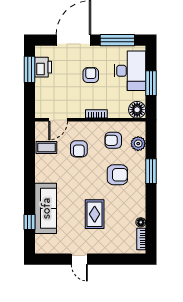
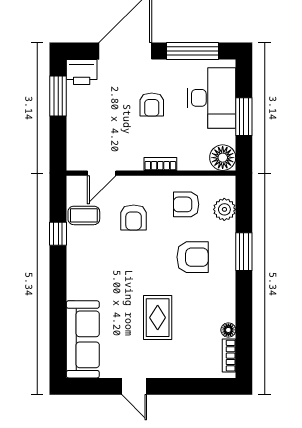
printer: (43, 67) -> (82, 72), moved, turned 90
armchair: (91, 75) -> (152, 105), turned 180
sofa: (46, 208) -> (83, 339), moved
window: (30, 222) -> (58, 234), moved

